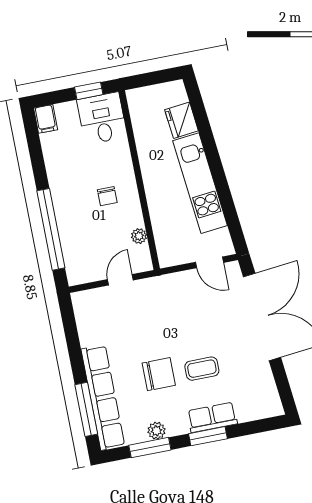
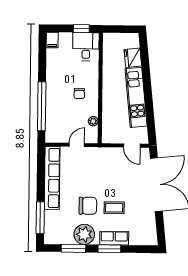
row of seats: (103, 397) -> (52, 178), moved
plant: (156, 431) -> (84, 234), width x1.87, depth x1.87

